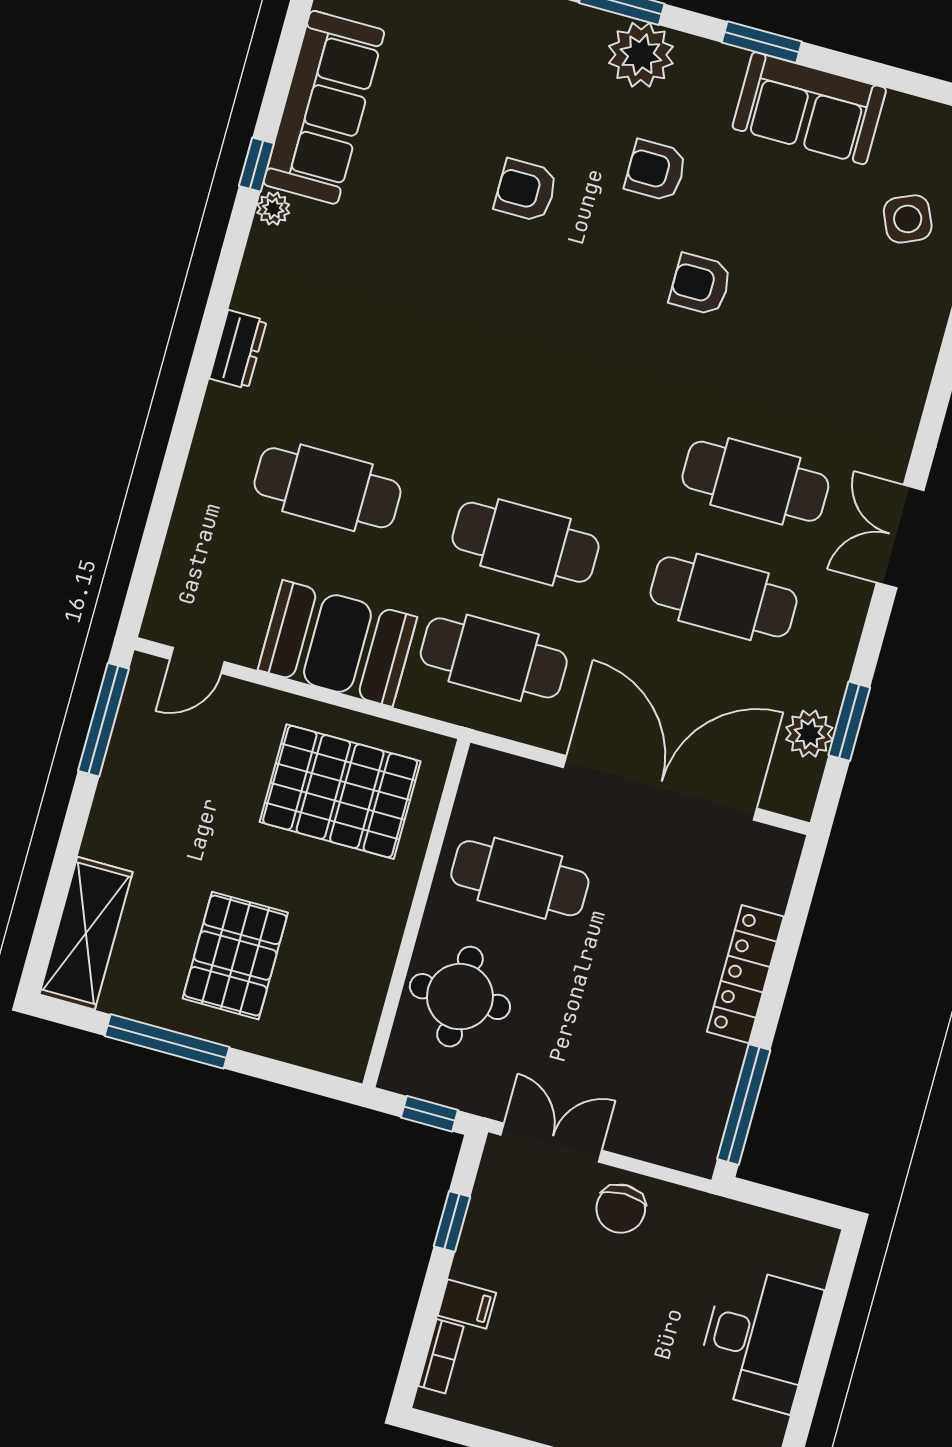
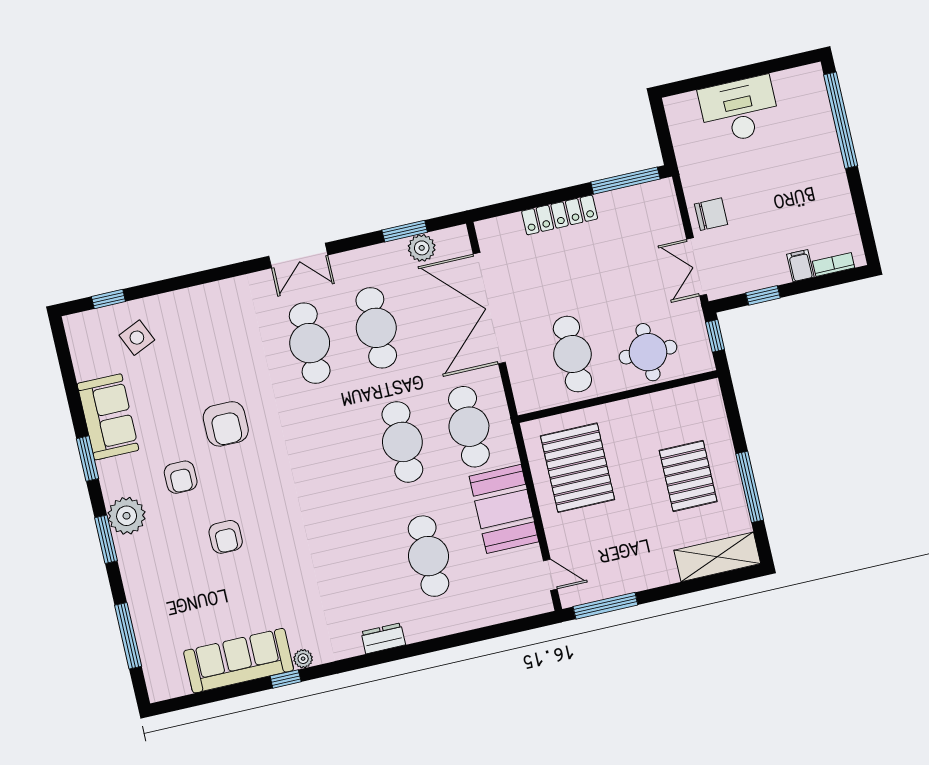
armchair: (700, 284) -> (226, 424), width x1.38, depth x1.38
pallet: (235, 956) -> (688, 476), turned 90

